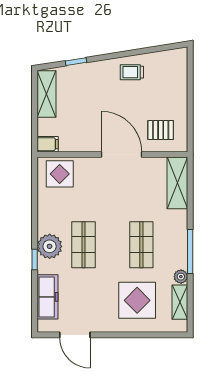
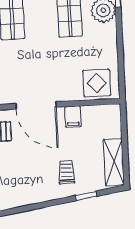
trolley: (132, 72) -> (66, 172), moved, turned -90
filing cabinet: (48, 144) -> (73, 117), moved, turned -90

